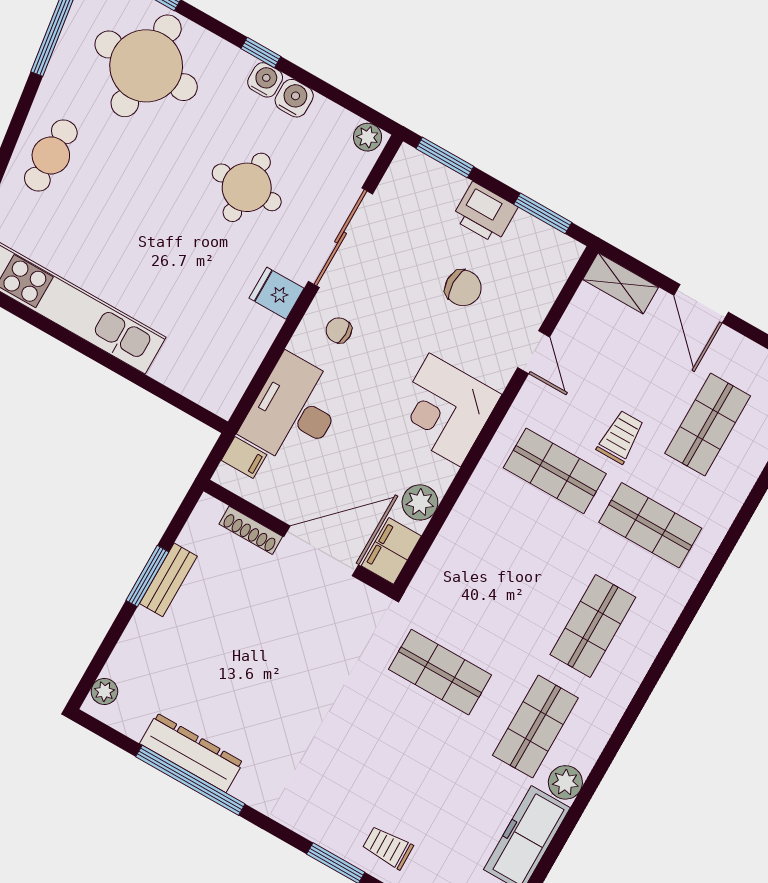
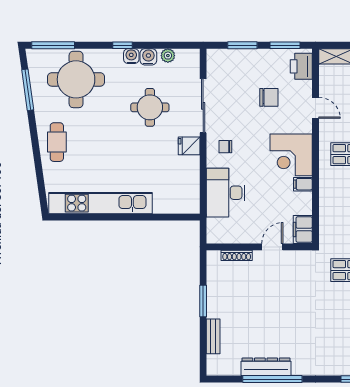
plant: (368, 137) -> (168, 56), moved
window: (445, 157) -> (242, 45), moved
printer: (485, 213) -> (301, 66), moved, turned 90
filing cabinet: (244, 457) -> (303, 184), moved, turned 180
plant: (420, 502) -> (303, 201), removed
door: (321, 551) -> (272, 247), width x0.53
bench: (168, 580) -> (213, 336), moved
plant: (104, 691) -> (213, 362), removed

